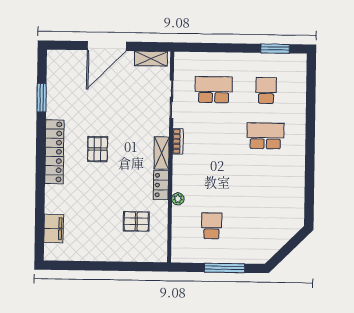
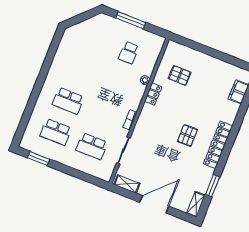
school desk: (266, 90) -> (56, 132), width x1.85
shelving: (162, 153) -> (196, 204), moved

